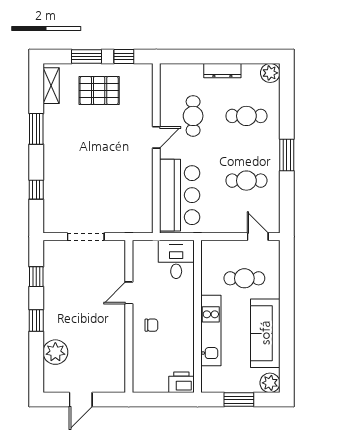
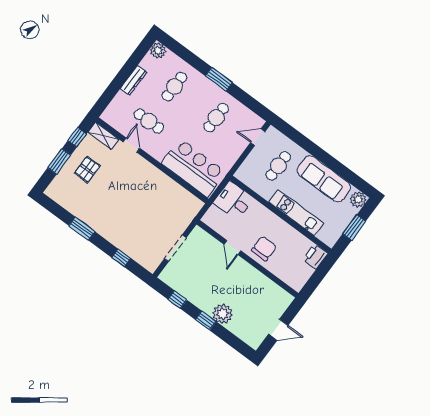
shelving: (51, 86) -> (103, 136), moved
pallet: (99, 91) -> (87, 170), width x0.67, depth x0.71
door: (156, 137) -> (131, 145), moved
chair: (151, 325) -> (264, 248), width x1.87, depth x1.87
plant: (55, 352) -> (223, 314), moved
door: (81, 400) -> (278, 330), hinge flipped

